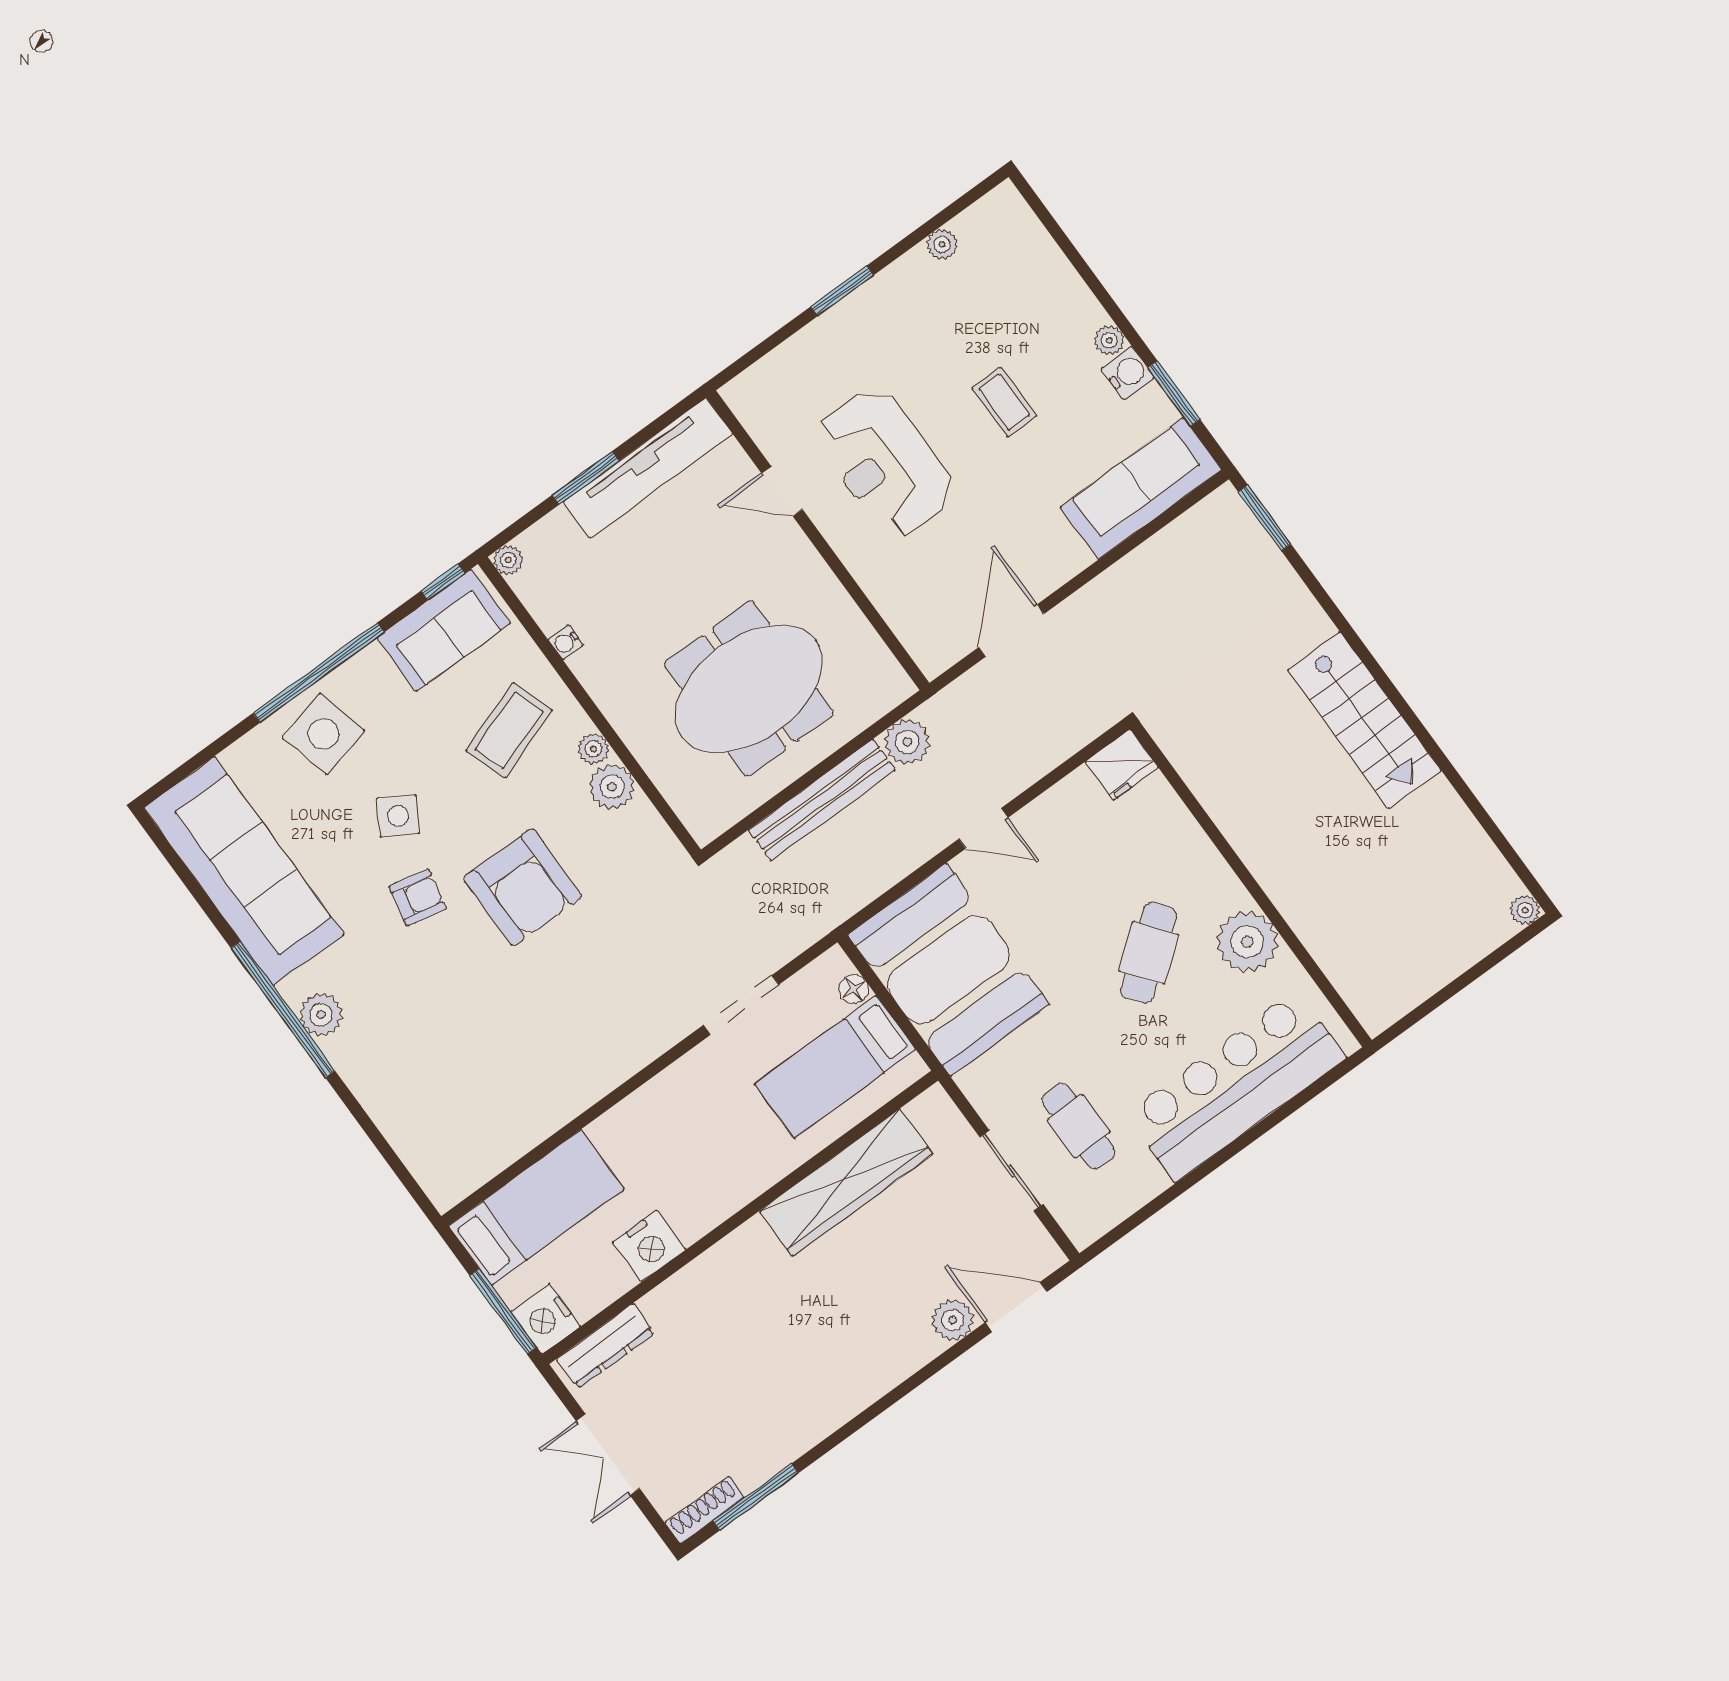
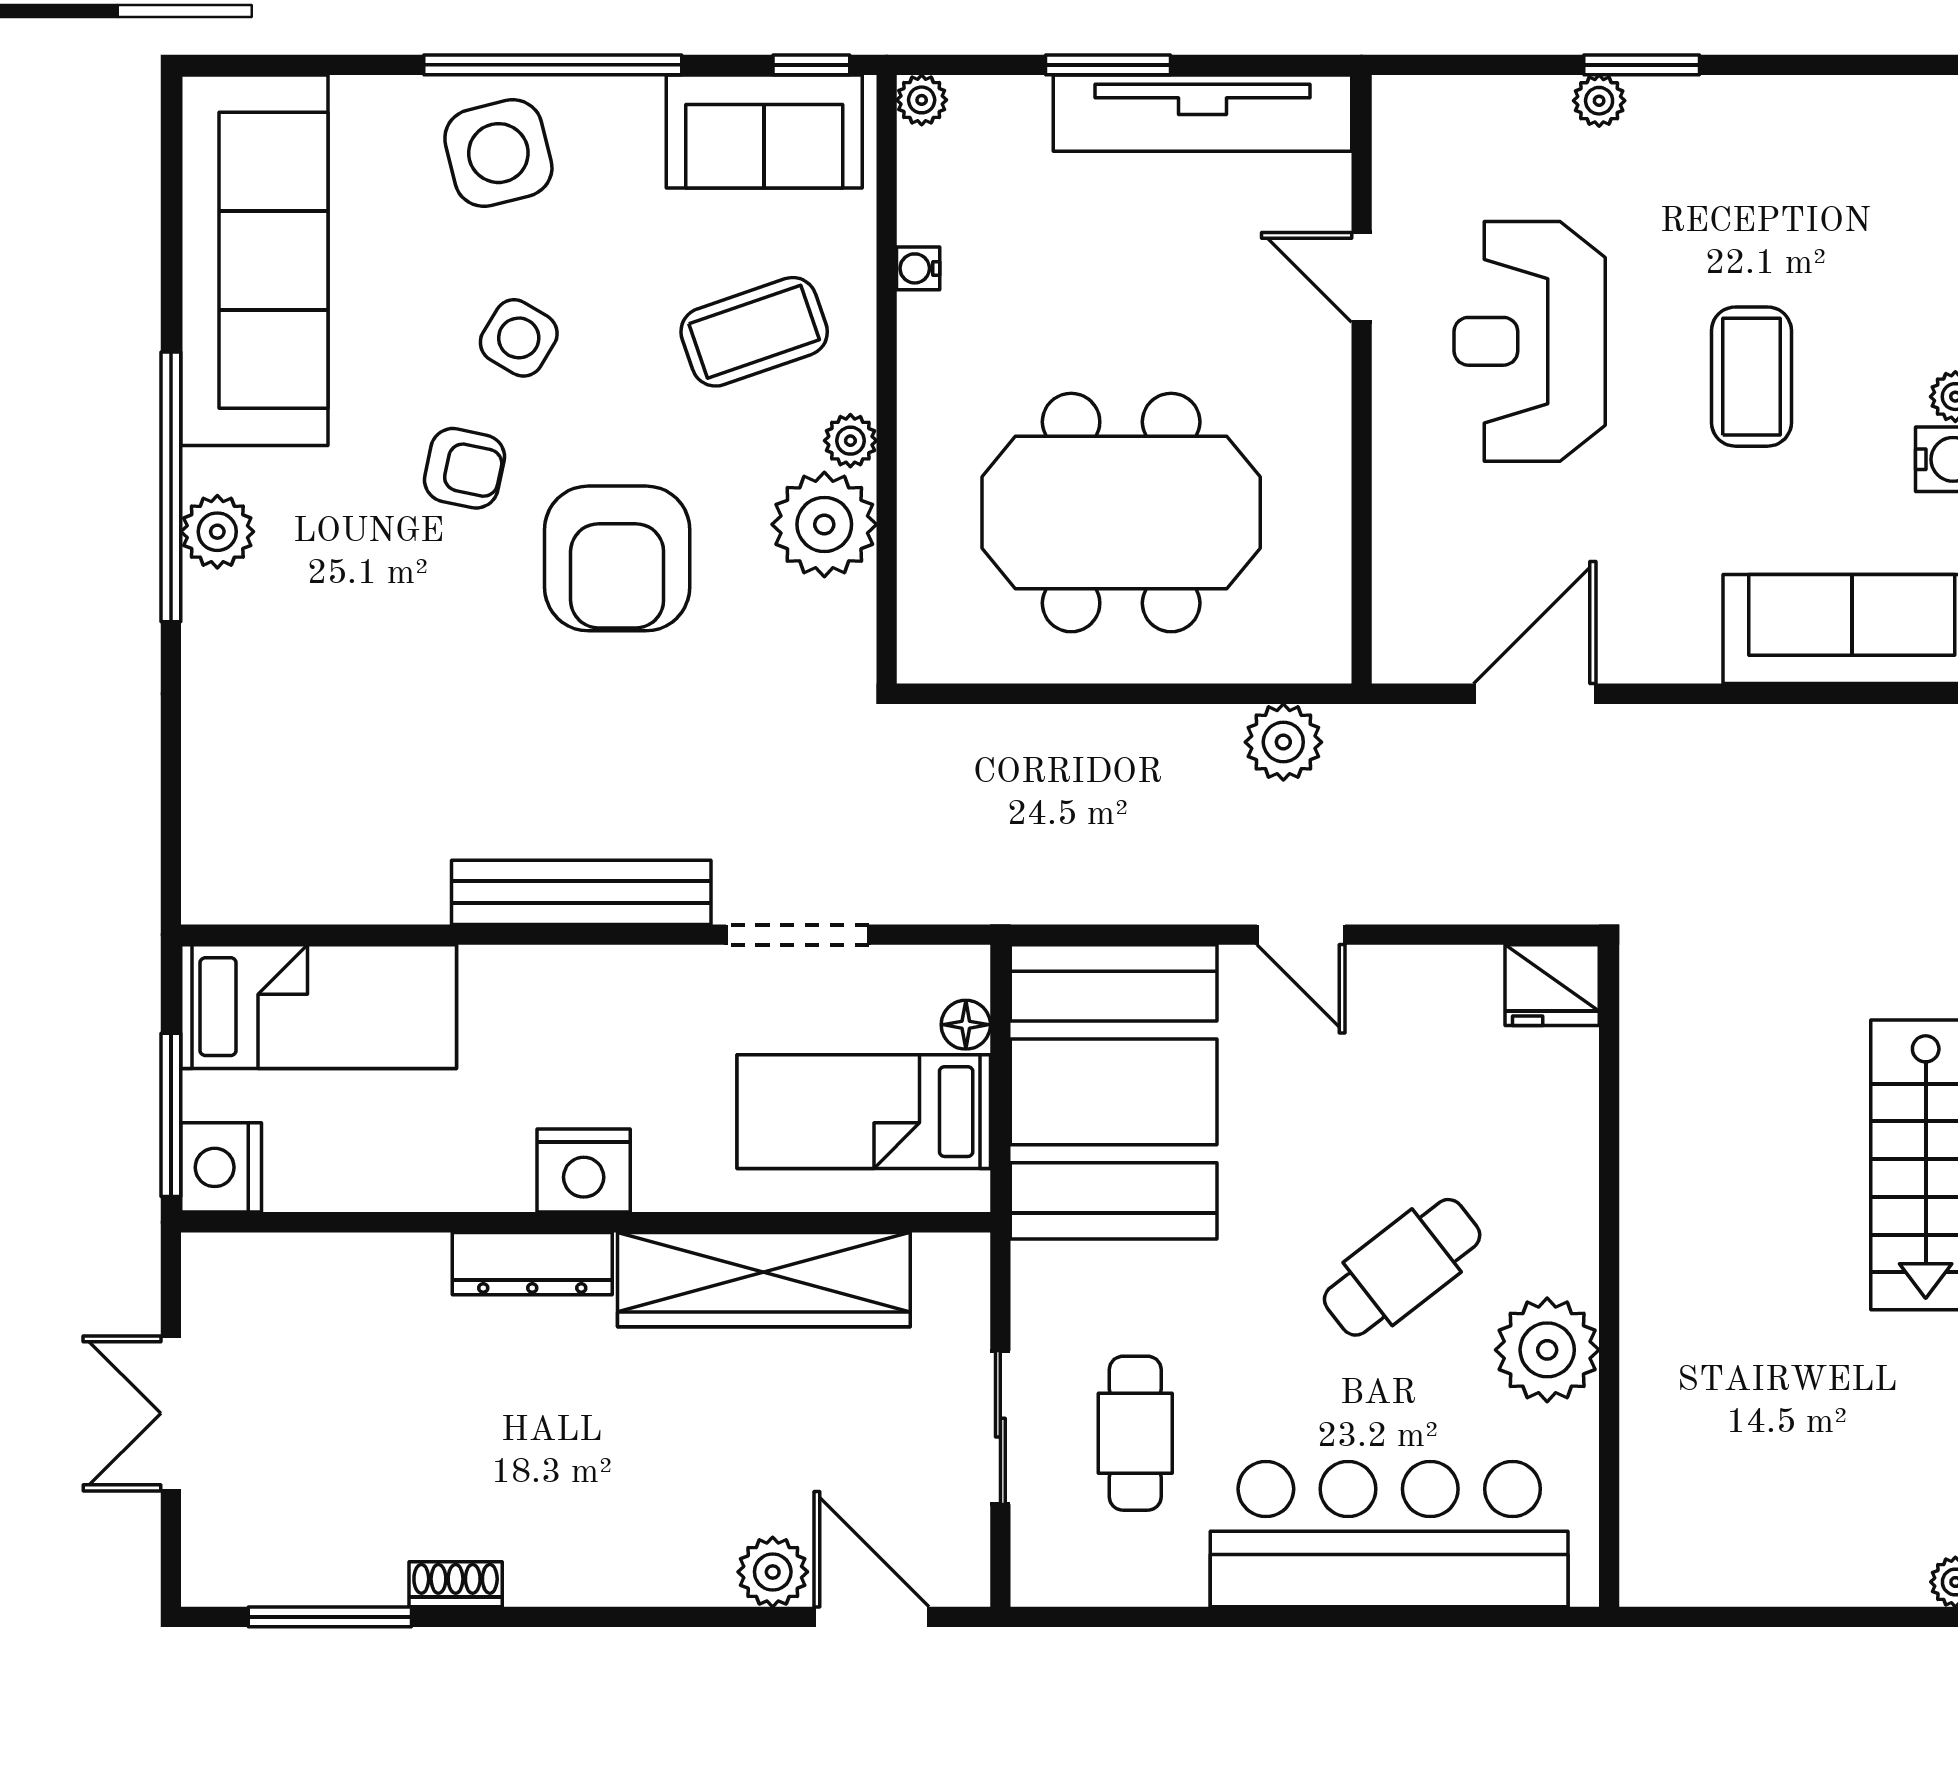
plant: (942, 244) -> (1599, 101), moved
coffee table: (1004, 402) -> (1751, 377), width x1.36, depth x1.30
plant: (612, 787) -> (824, 524), width x1.36, depth x1.36
bench: (822, 800) -> (581, 892), moved
nightstand: (649, 1246) -> (584, 1171), moved
dresser: (606, 1346) -> (532, 1264), moved
shoe rack: (705, 1510) -> (456, 1584), moved, width x0.70

